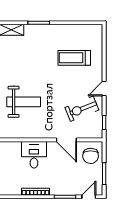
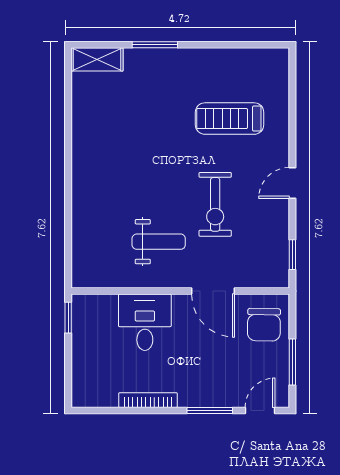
weight bench: (24, 102) -> (159, 242), moved, width x0.73, depth x0.75
exercise bike: (82, 109) -> (215, 204), moved, turned -68

